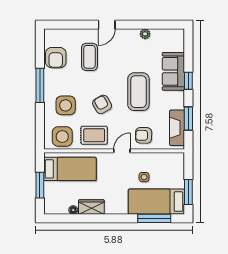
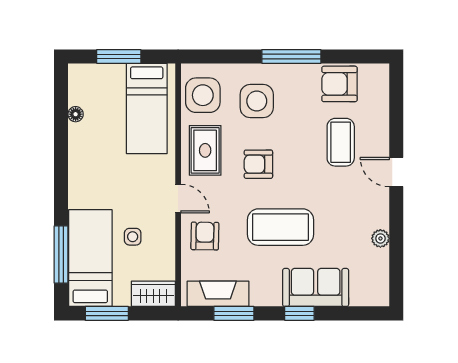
coffee table: (89, 57) -> (341, 142), turned 90
armchair: (102, 104) -> (258, 164), turned -151
wardrobe: (91, 207) -> (153, 294), moved, turned -90

